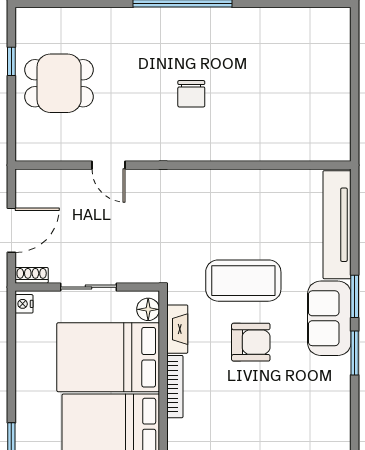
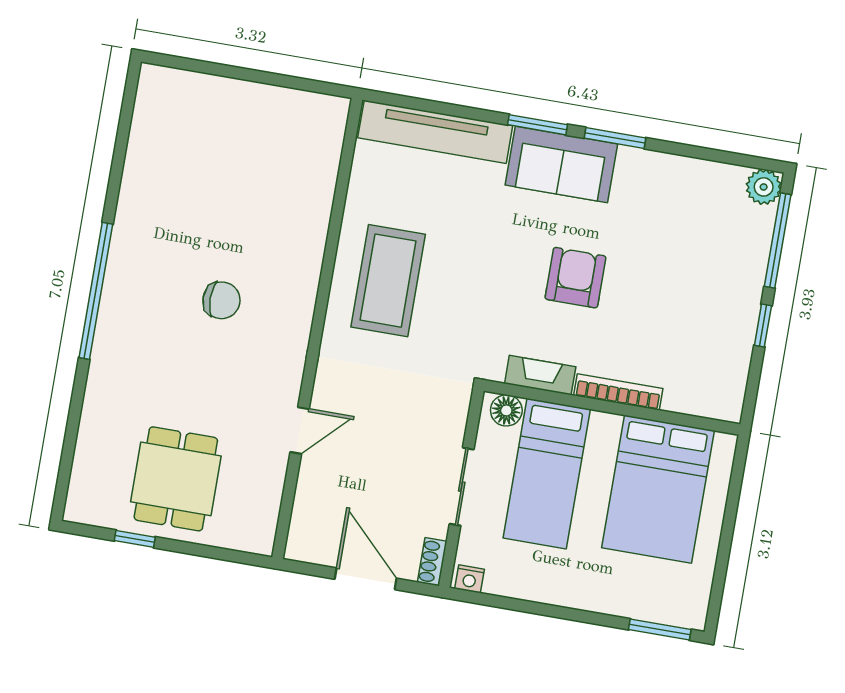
coffee table: (243, 281) -> (388, 281), moved
bed: (108, 357) -> (547, 474), width x0.67

